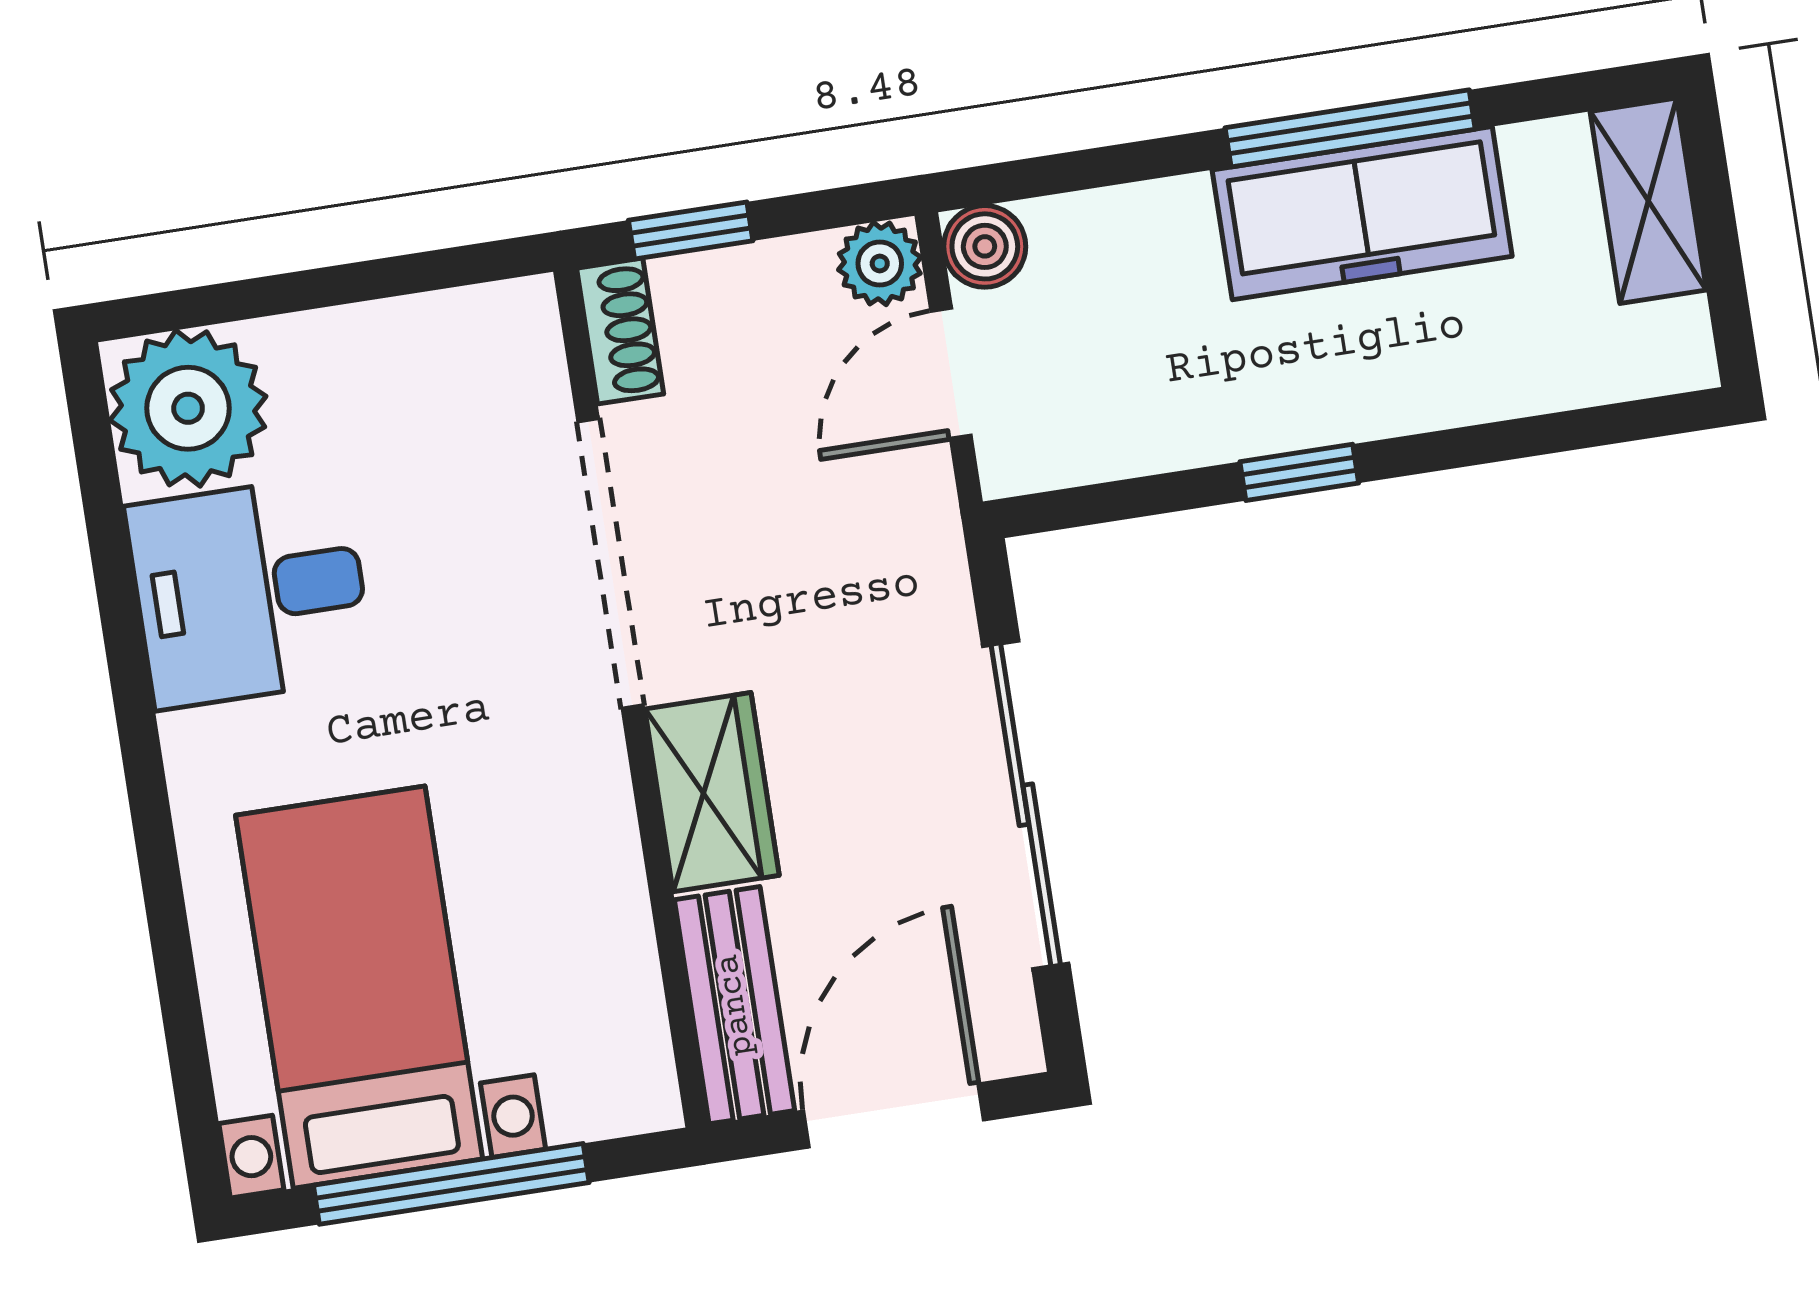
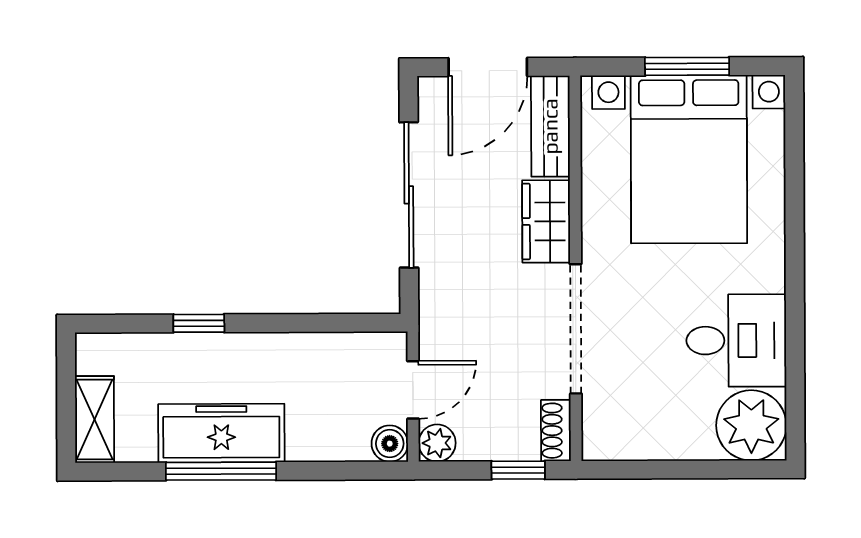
window: (1299, 472) -> (199, 323), moved
bed with nightstands: (359, 987) -> (689, 159), width x1.36
window: (451, 1184) -> (687, 66), width x0.69

